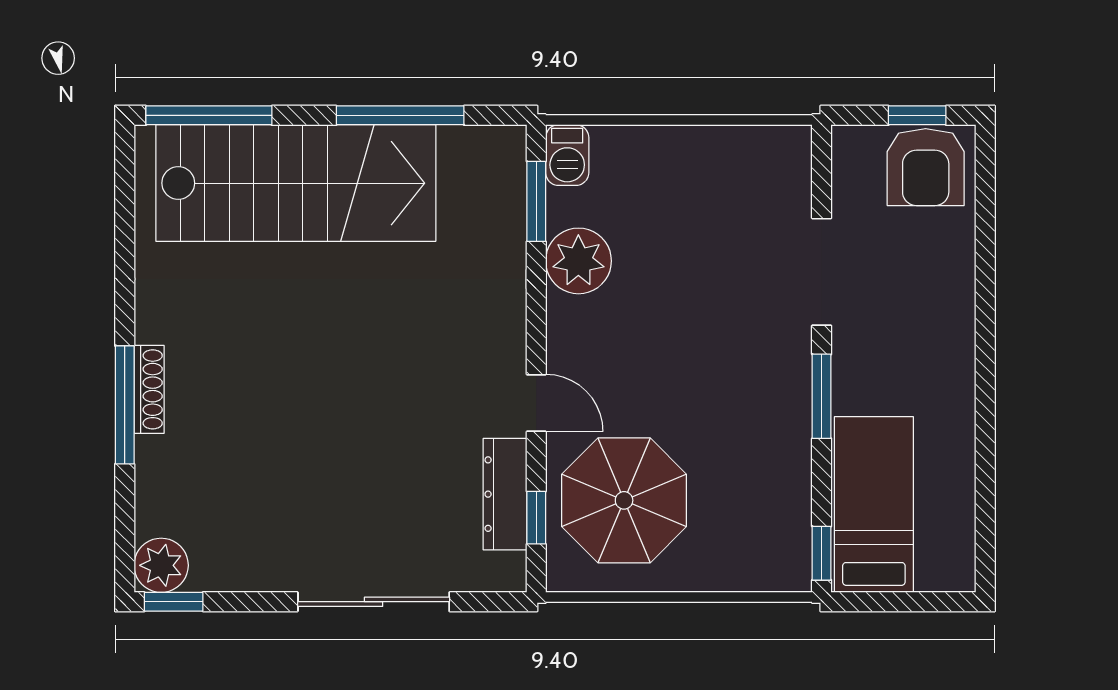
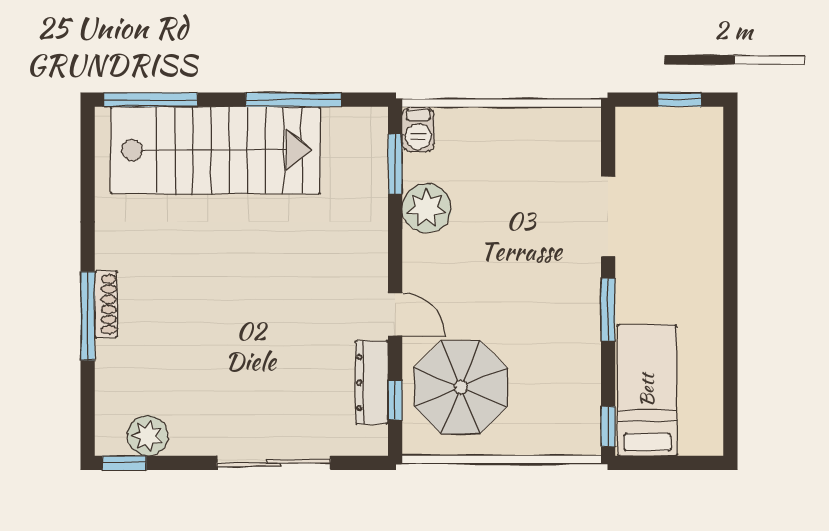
armchair: (926, 167) -> (686, 138), removed
plant: (161, 565) -> (148, 436), moved

